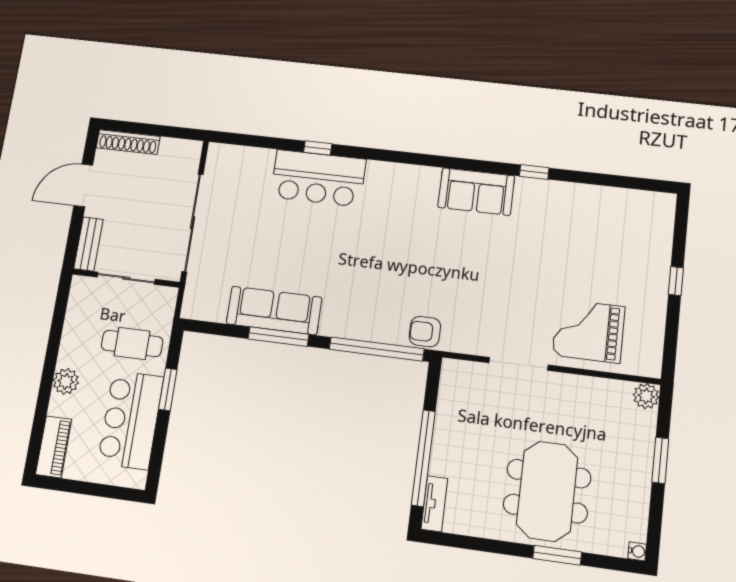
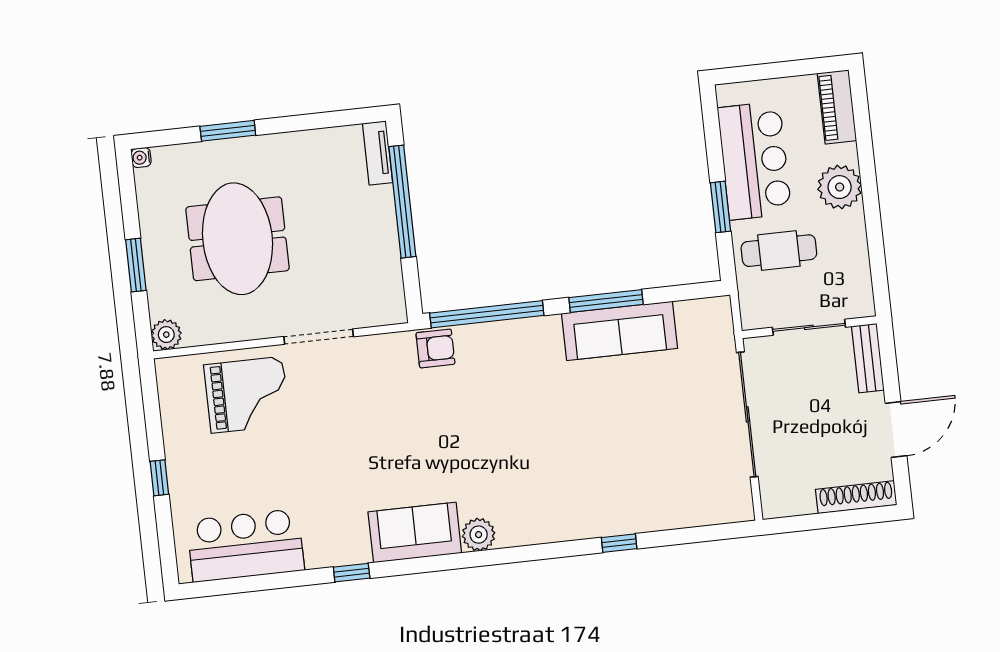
bar counter: (318, 178) -> (245, 546), moved
plant: (426, 179) -> (479, 535), added
plant: (66, 381) -> (840, 187), width x1.36, depth x1.36
meeting table: (547, 491) -> (238, 239), moved

